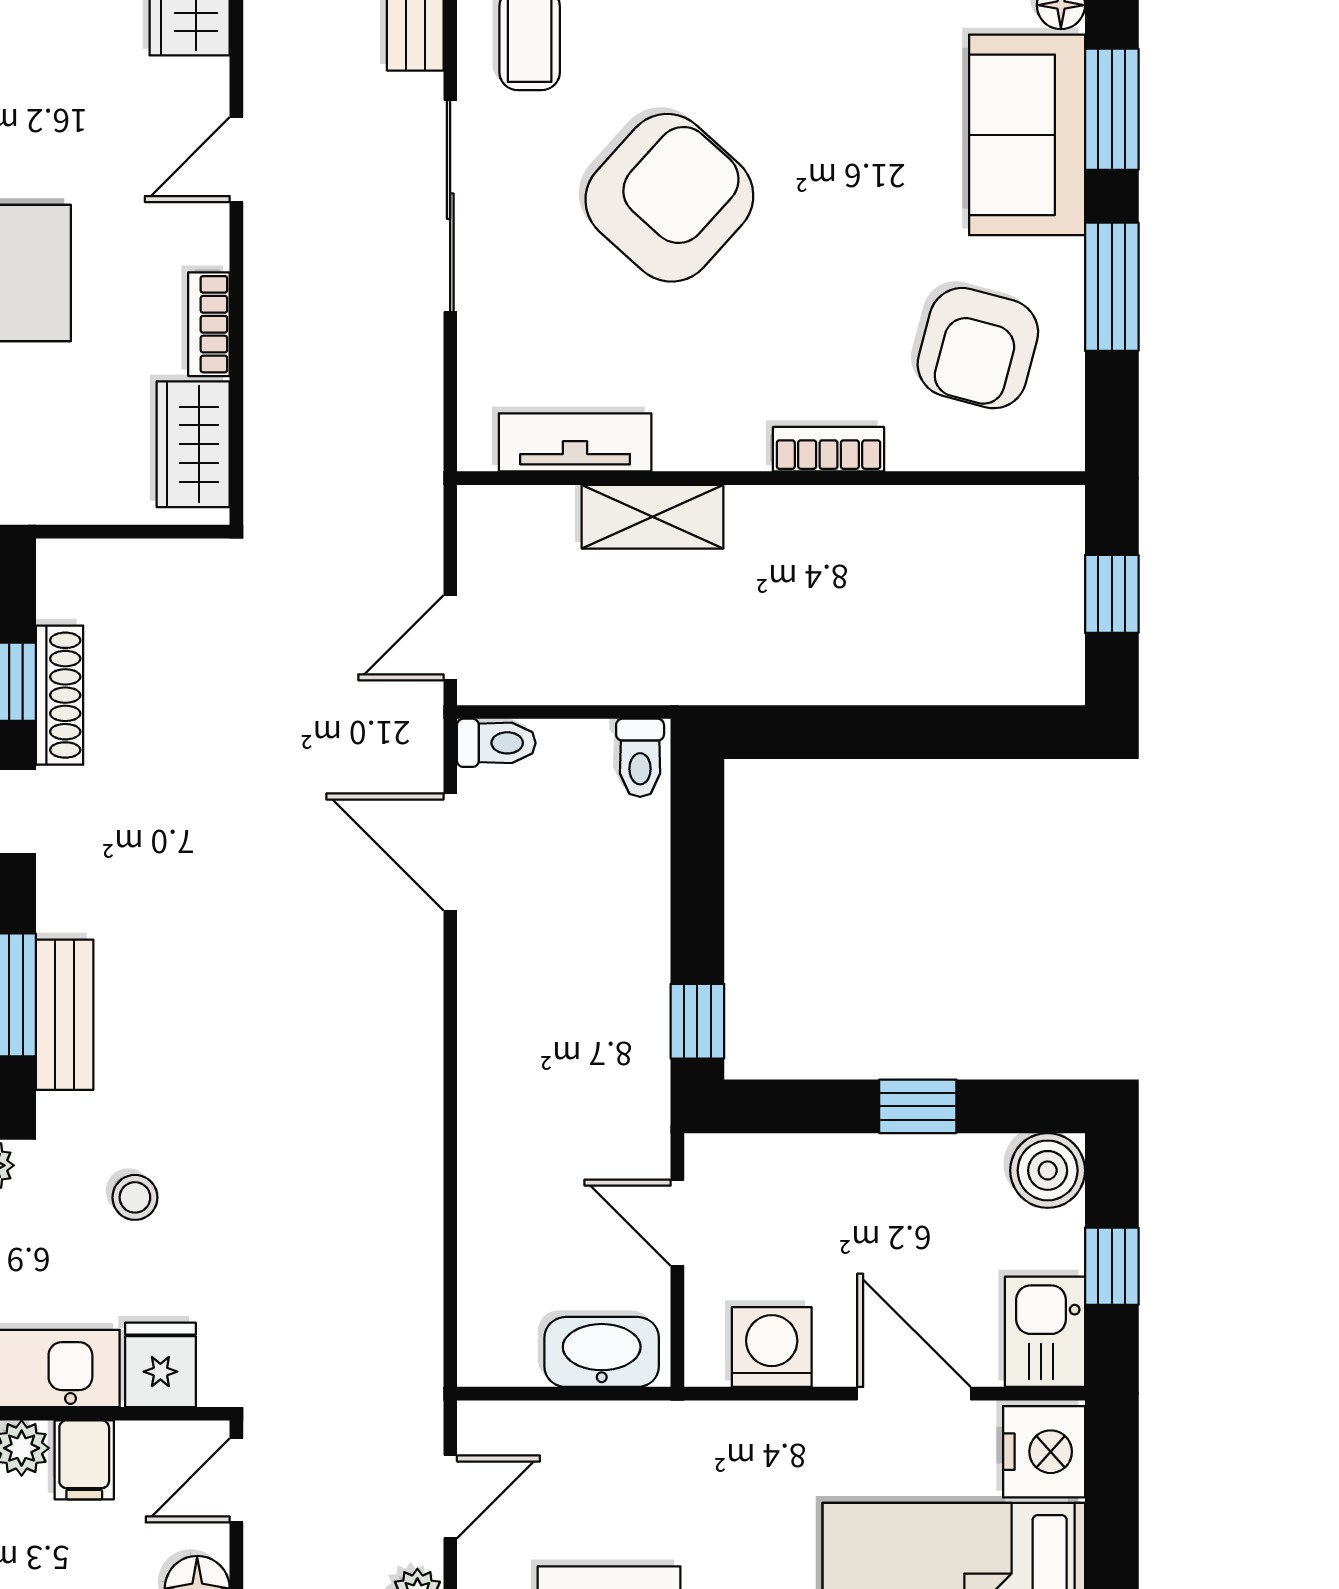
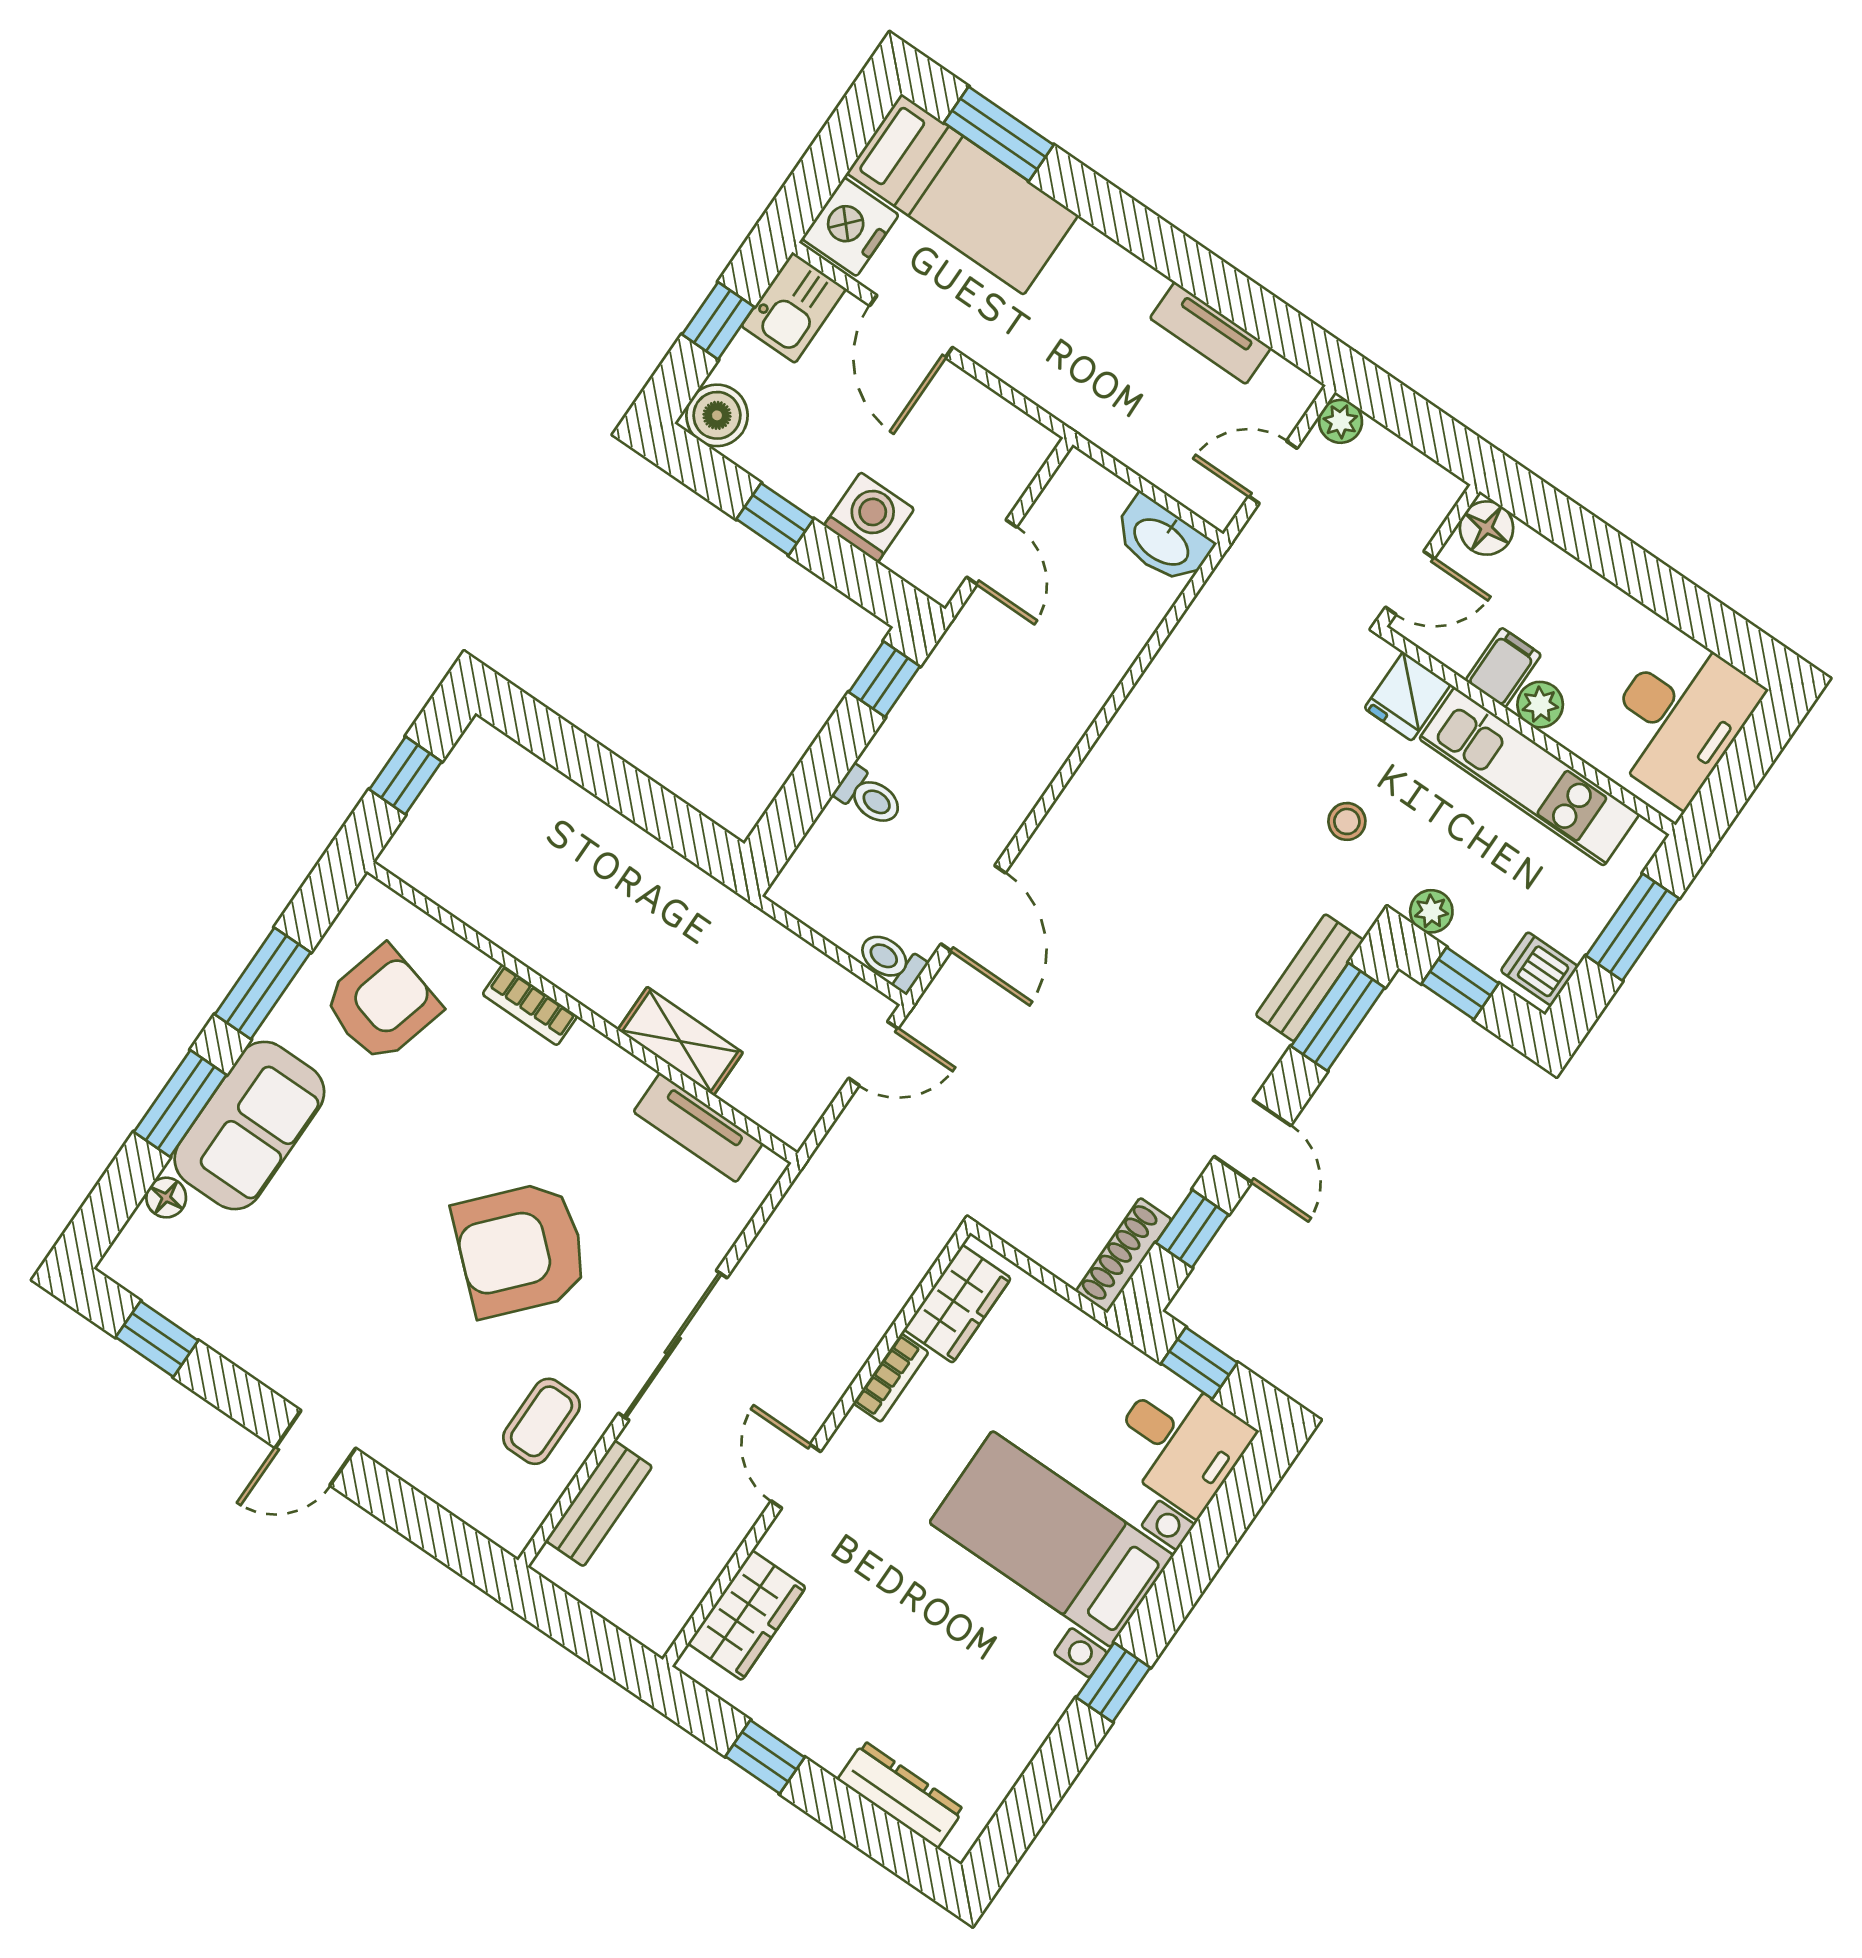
door: (236, 160) -> (796, 1476), swing flipped
shoe rack: (60, 695) -> (1124, 1255), moved
toilet: (640, 758) -> (869, 797), moved, turned 90
washing machine: (772, 1347) -> (869, 517), moved, turned 180
washbasin: (602, 1352) -> (1162, 541), moved

